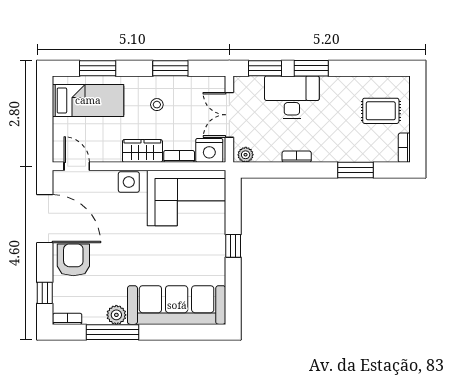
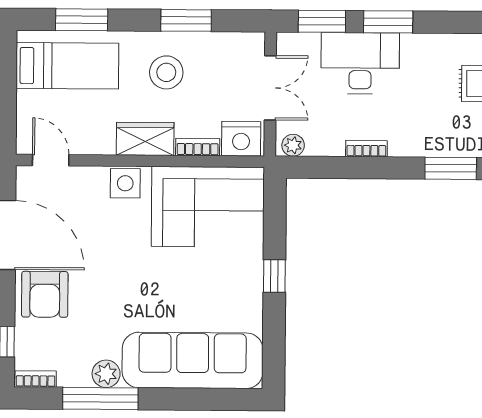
stool: (157, 105) -> (166, 72), width x1.89, depth x1.89
double door: (229, 115) -> (270, 88), swing flipped
armchair: (73, 260) -> (45, 294), turned 180

